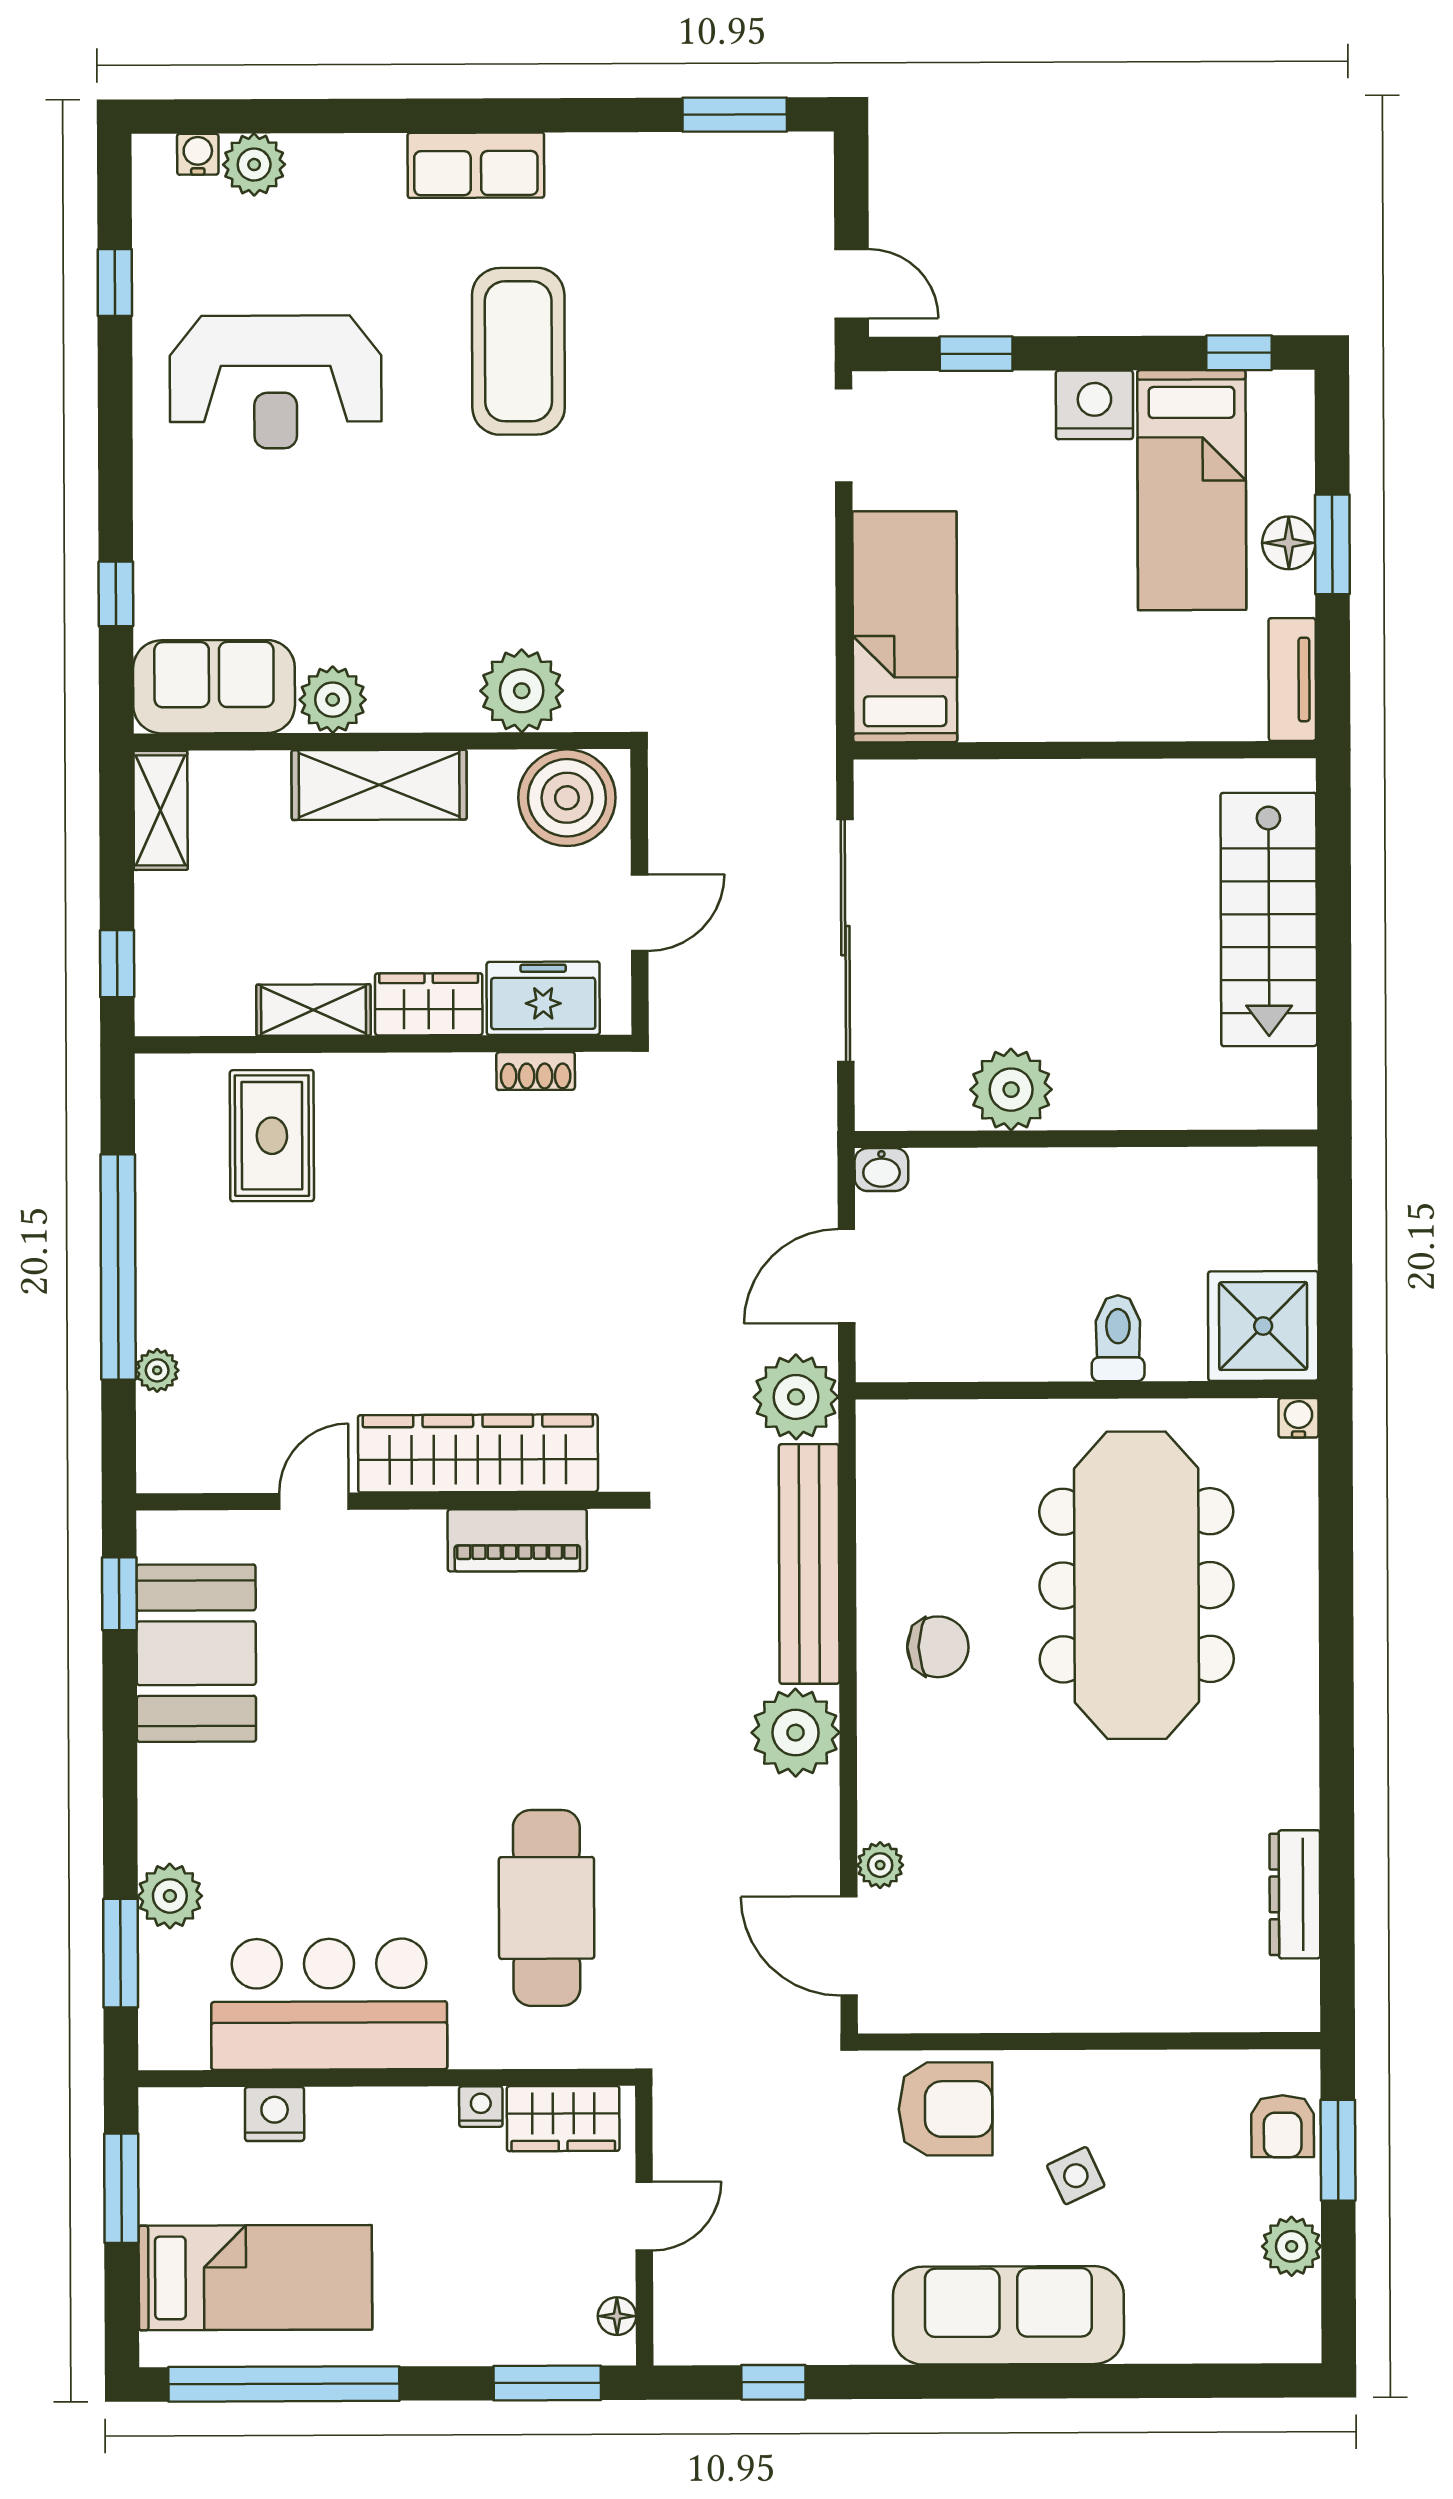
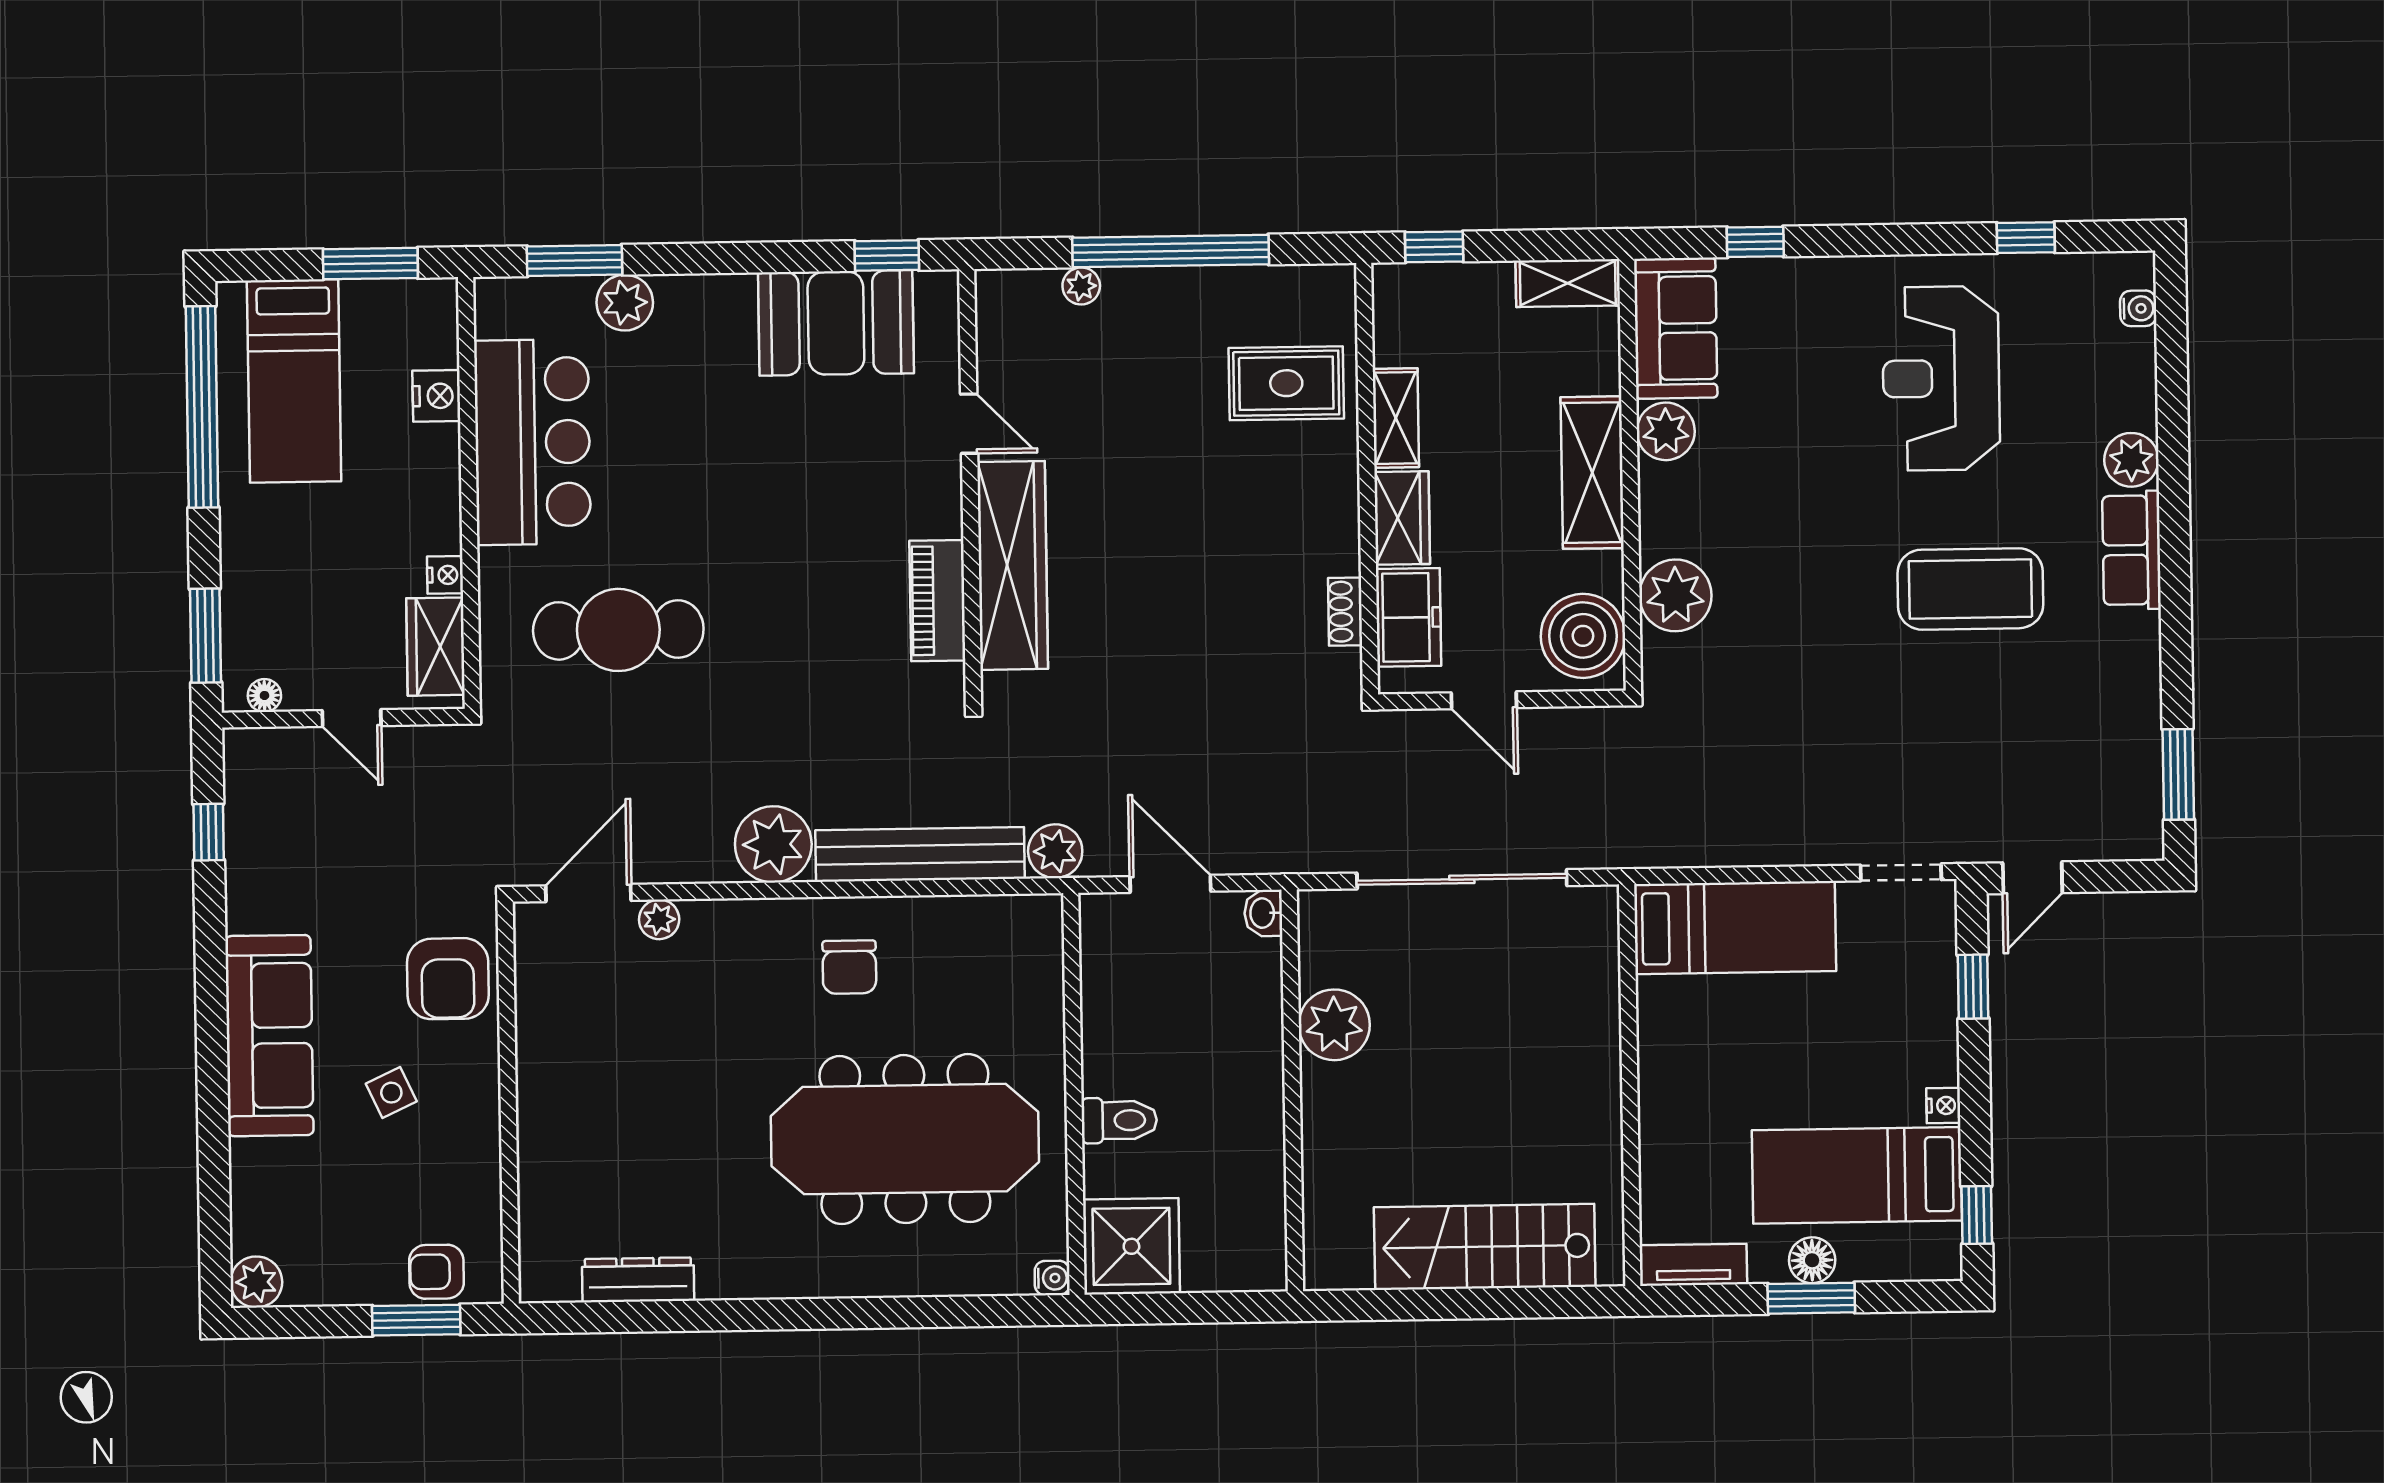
plant: (254, 165) -> (2131, 460), moved
nightstand: (1094, 405) -> (1943, 1105), width x0.53, depth x0.56
plant: (796, 1397) -> (1055, 851), width x0.73, depth x0.73
plant: (1292, 2246) -> (256, 1282), moved

